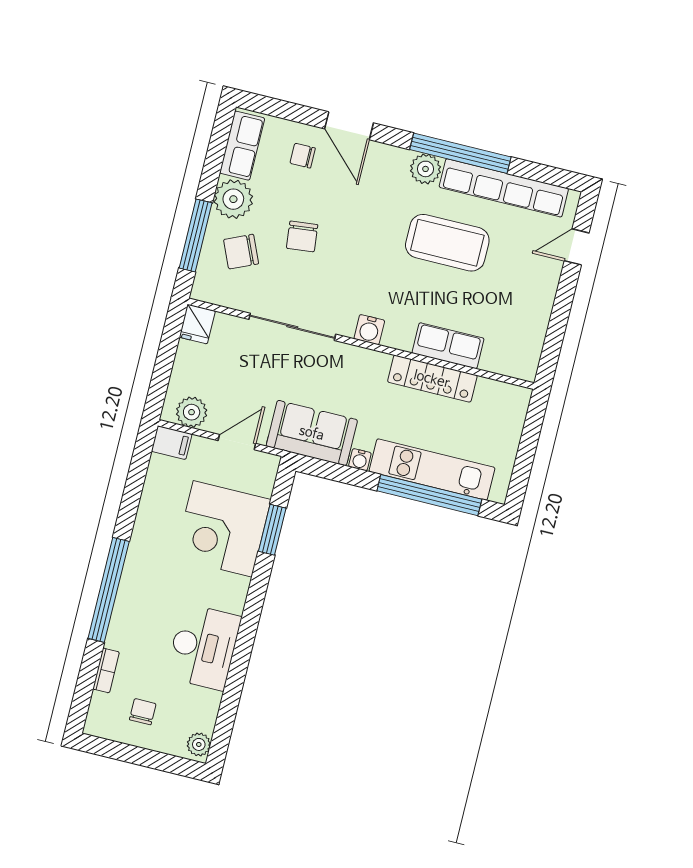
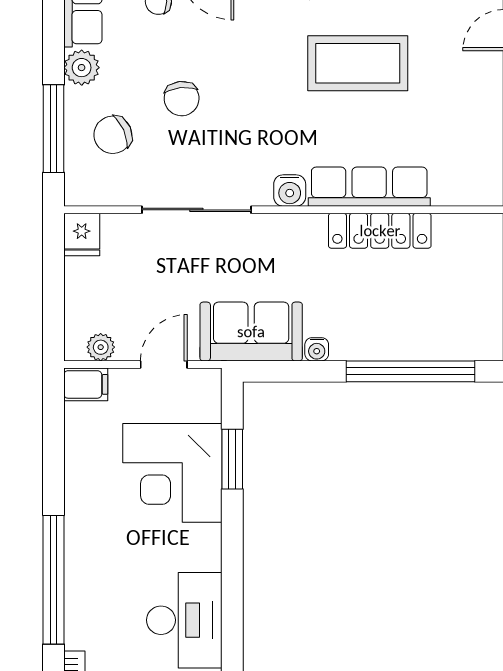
plant: (233, 199) -> (82, 68), width x0.73, depth x0.73
row of seats: (448, 346) -> (369, 187), width x1.48
plant: (192, 412) -> (101, 347), width x0.73, depth x0.73
kitchen unit: (432, 470) -> (406, 340), removed

